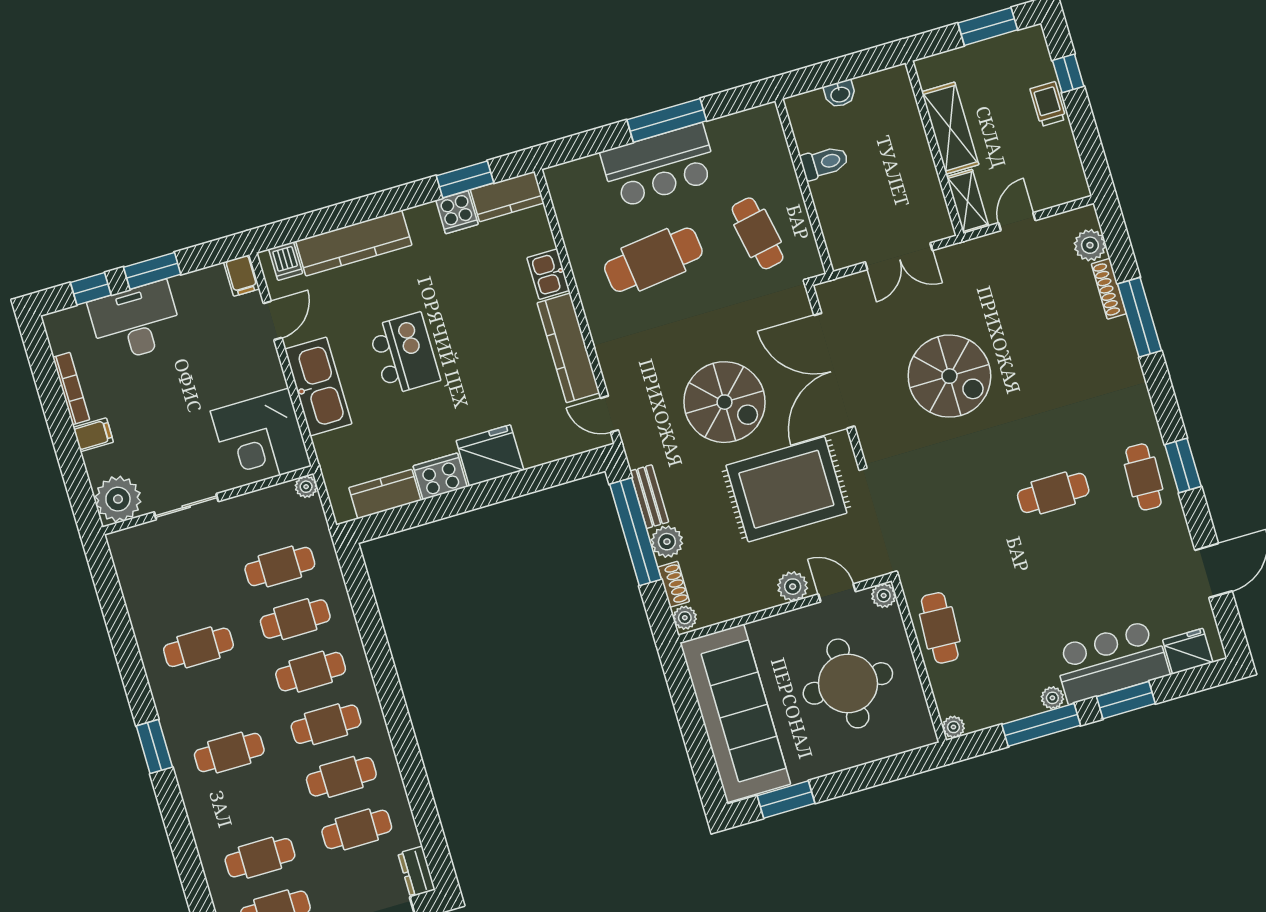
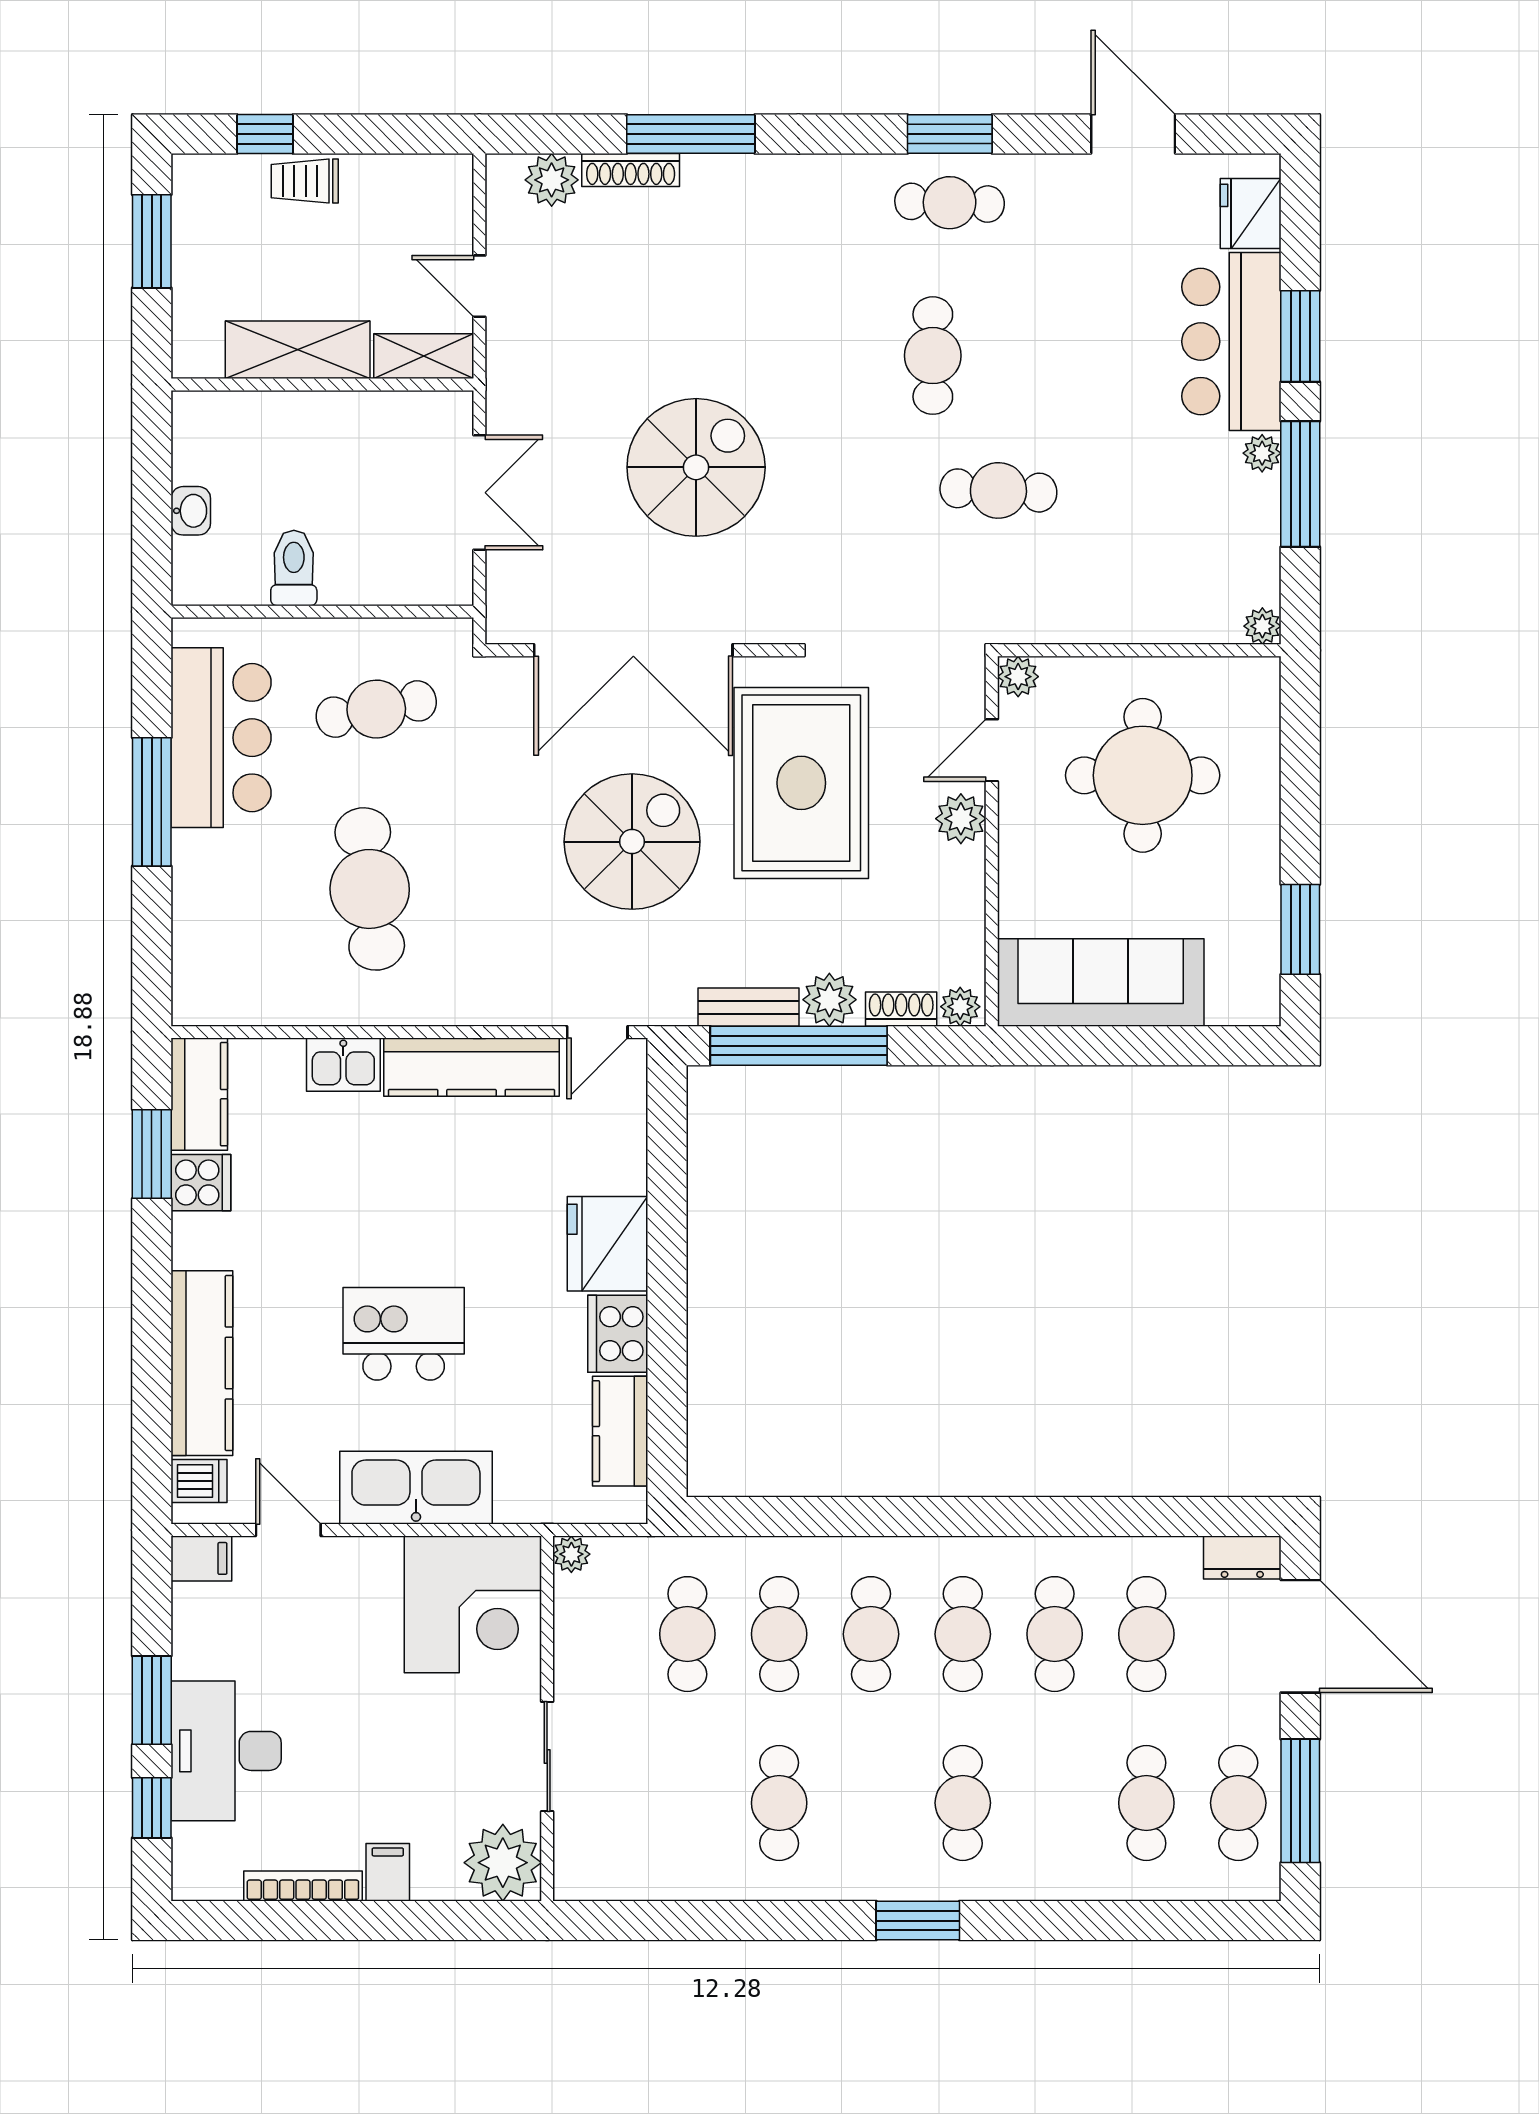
bar counter: (659, 166) -> (221, 738), moved
cafe table: (940, 628) -> (998, 490), moved
sofa: (735, 713) -> (1101, 983), width x0.74, depth x0.79

